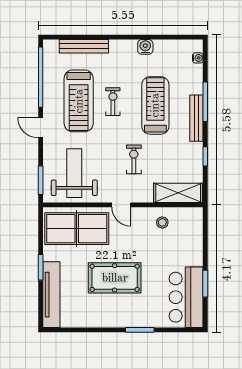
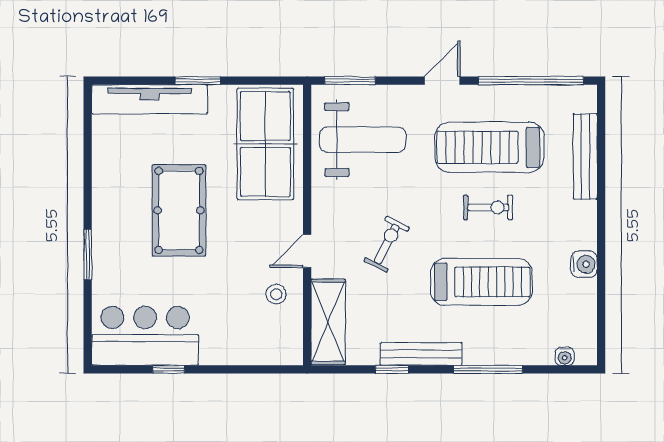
bench: (196, 118) -> (421, 354), moved
exercise bike: (134, 159) -> (387, 244), turned -63
door: (121, 205) -> (307, 251), moved
window: (205, 284) -> (169, 369), width x0.67

